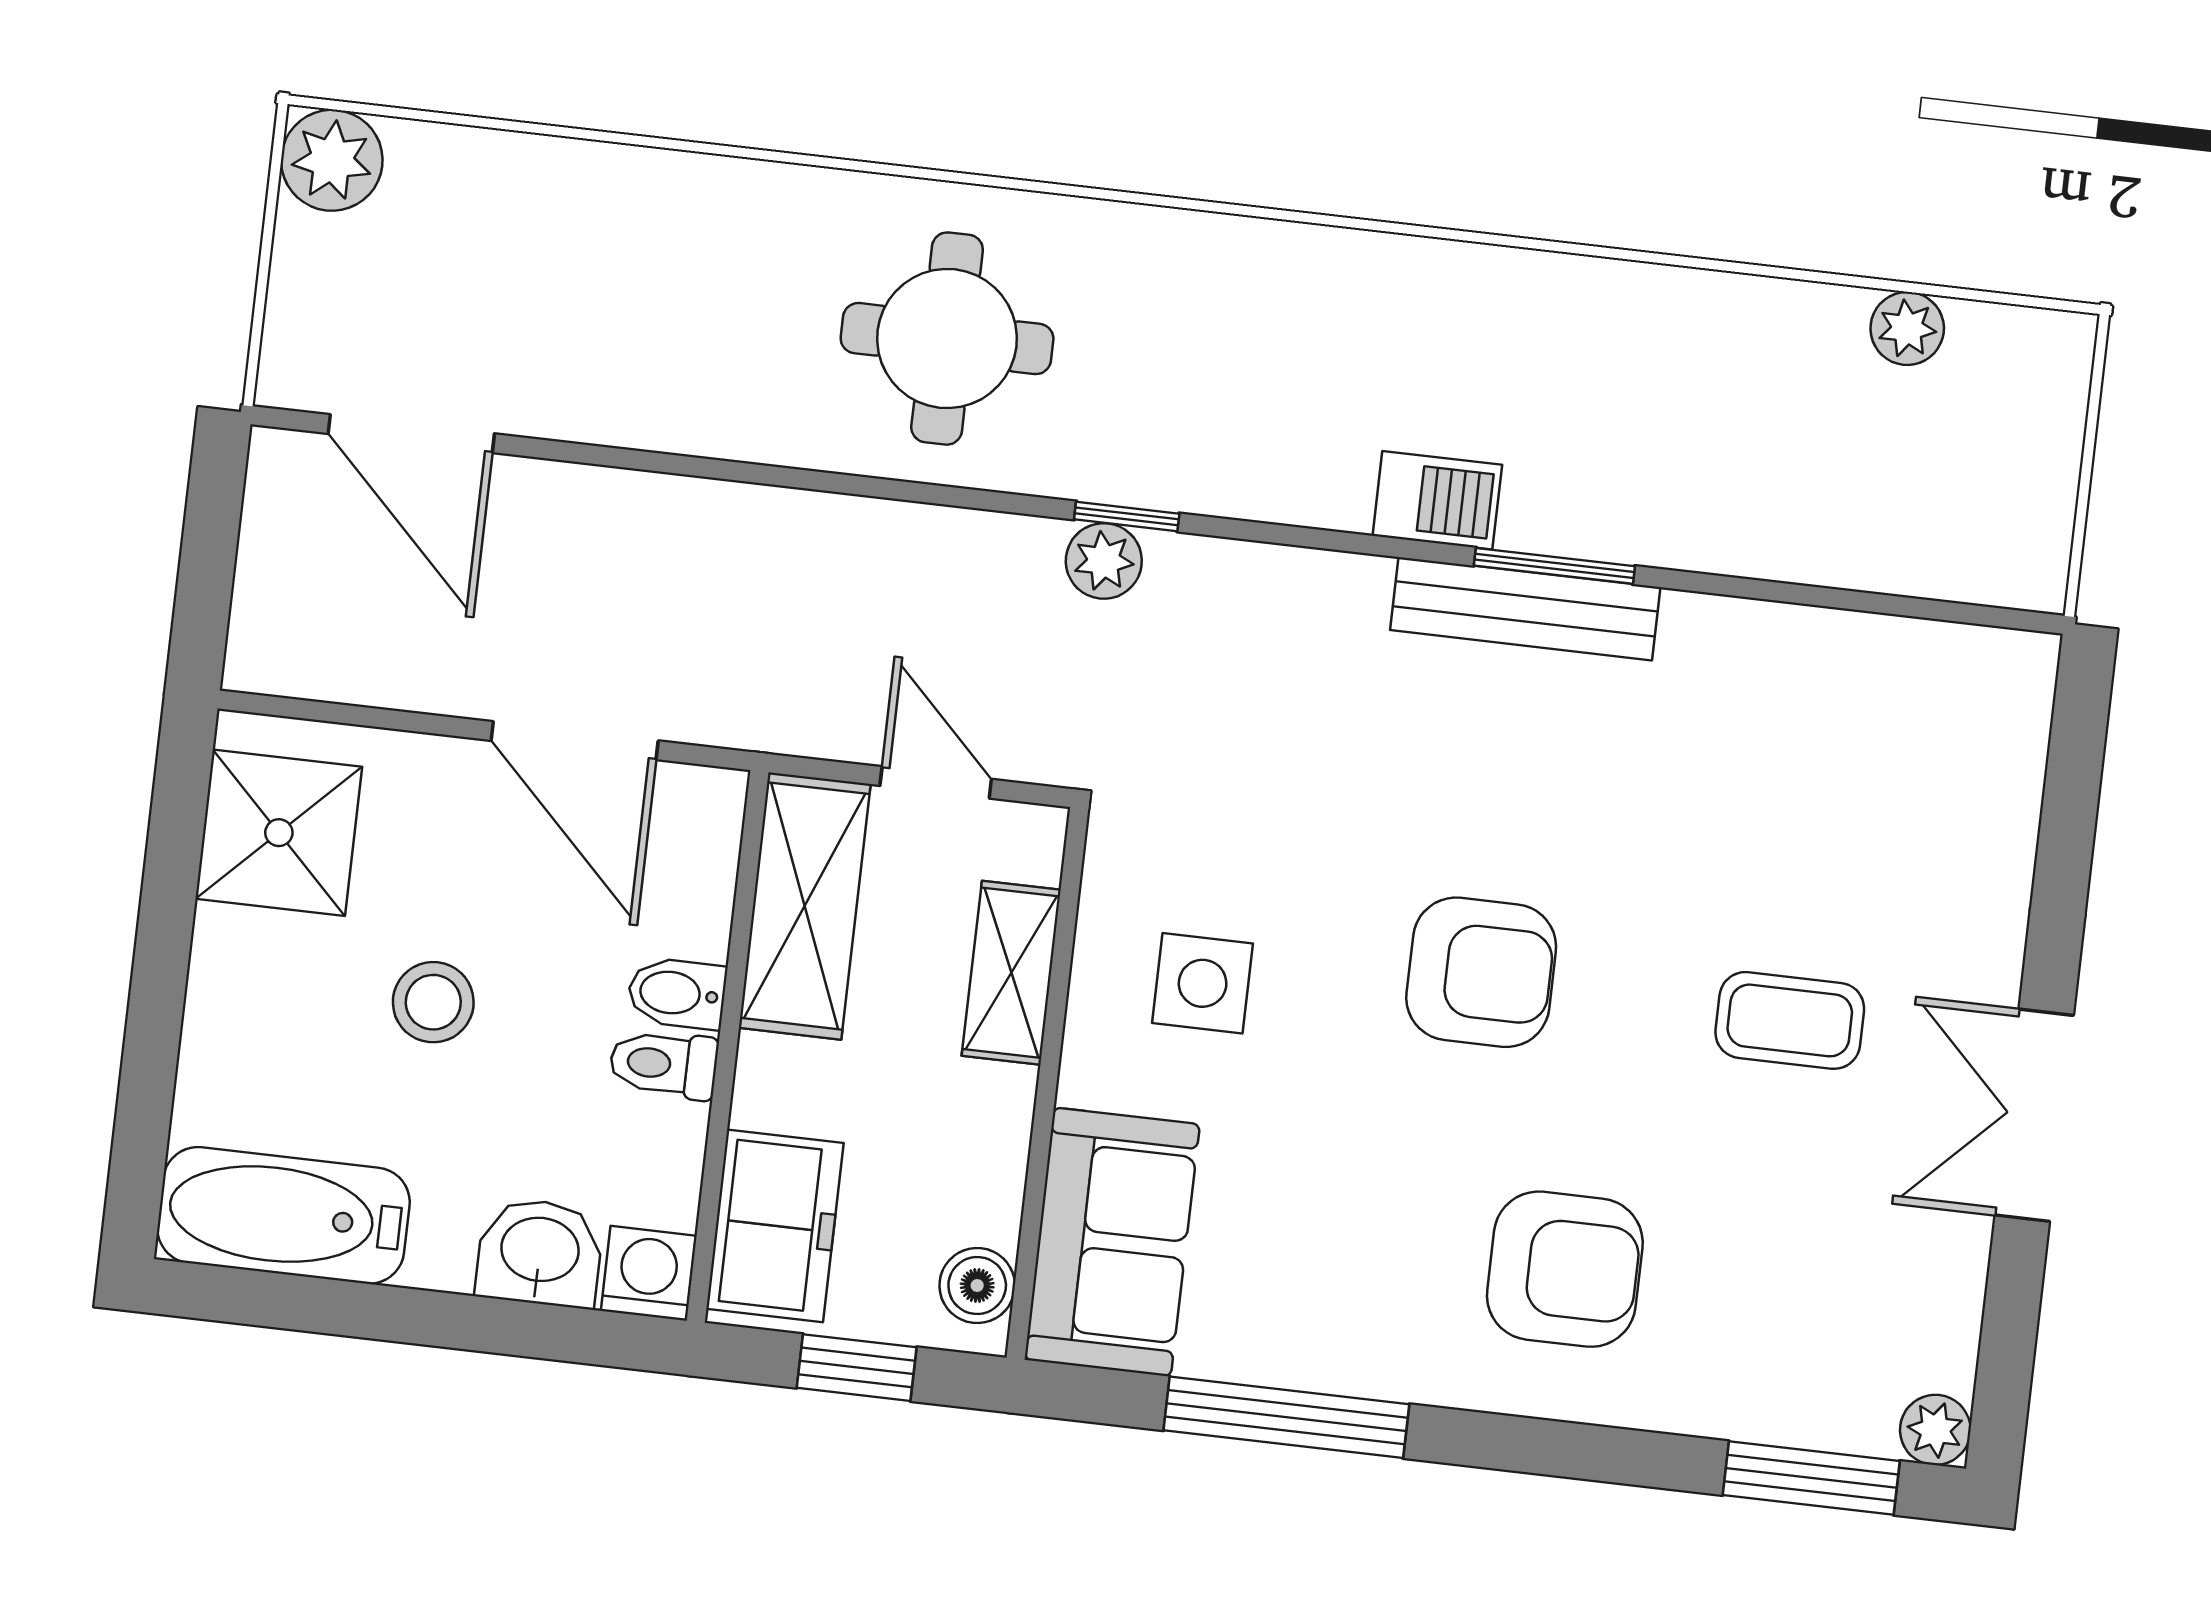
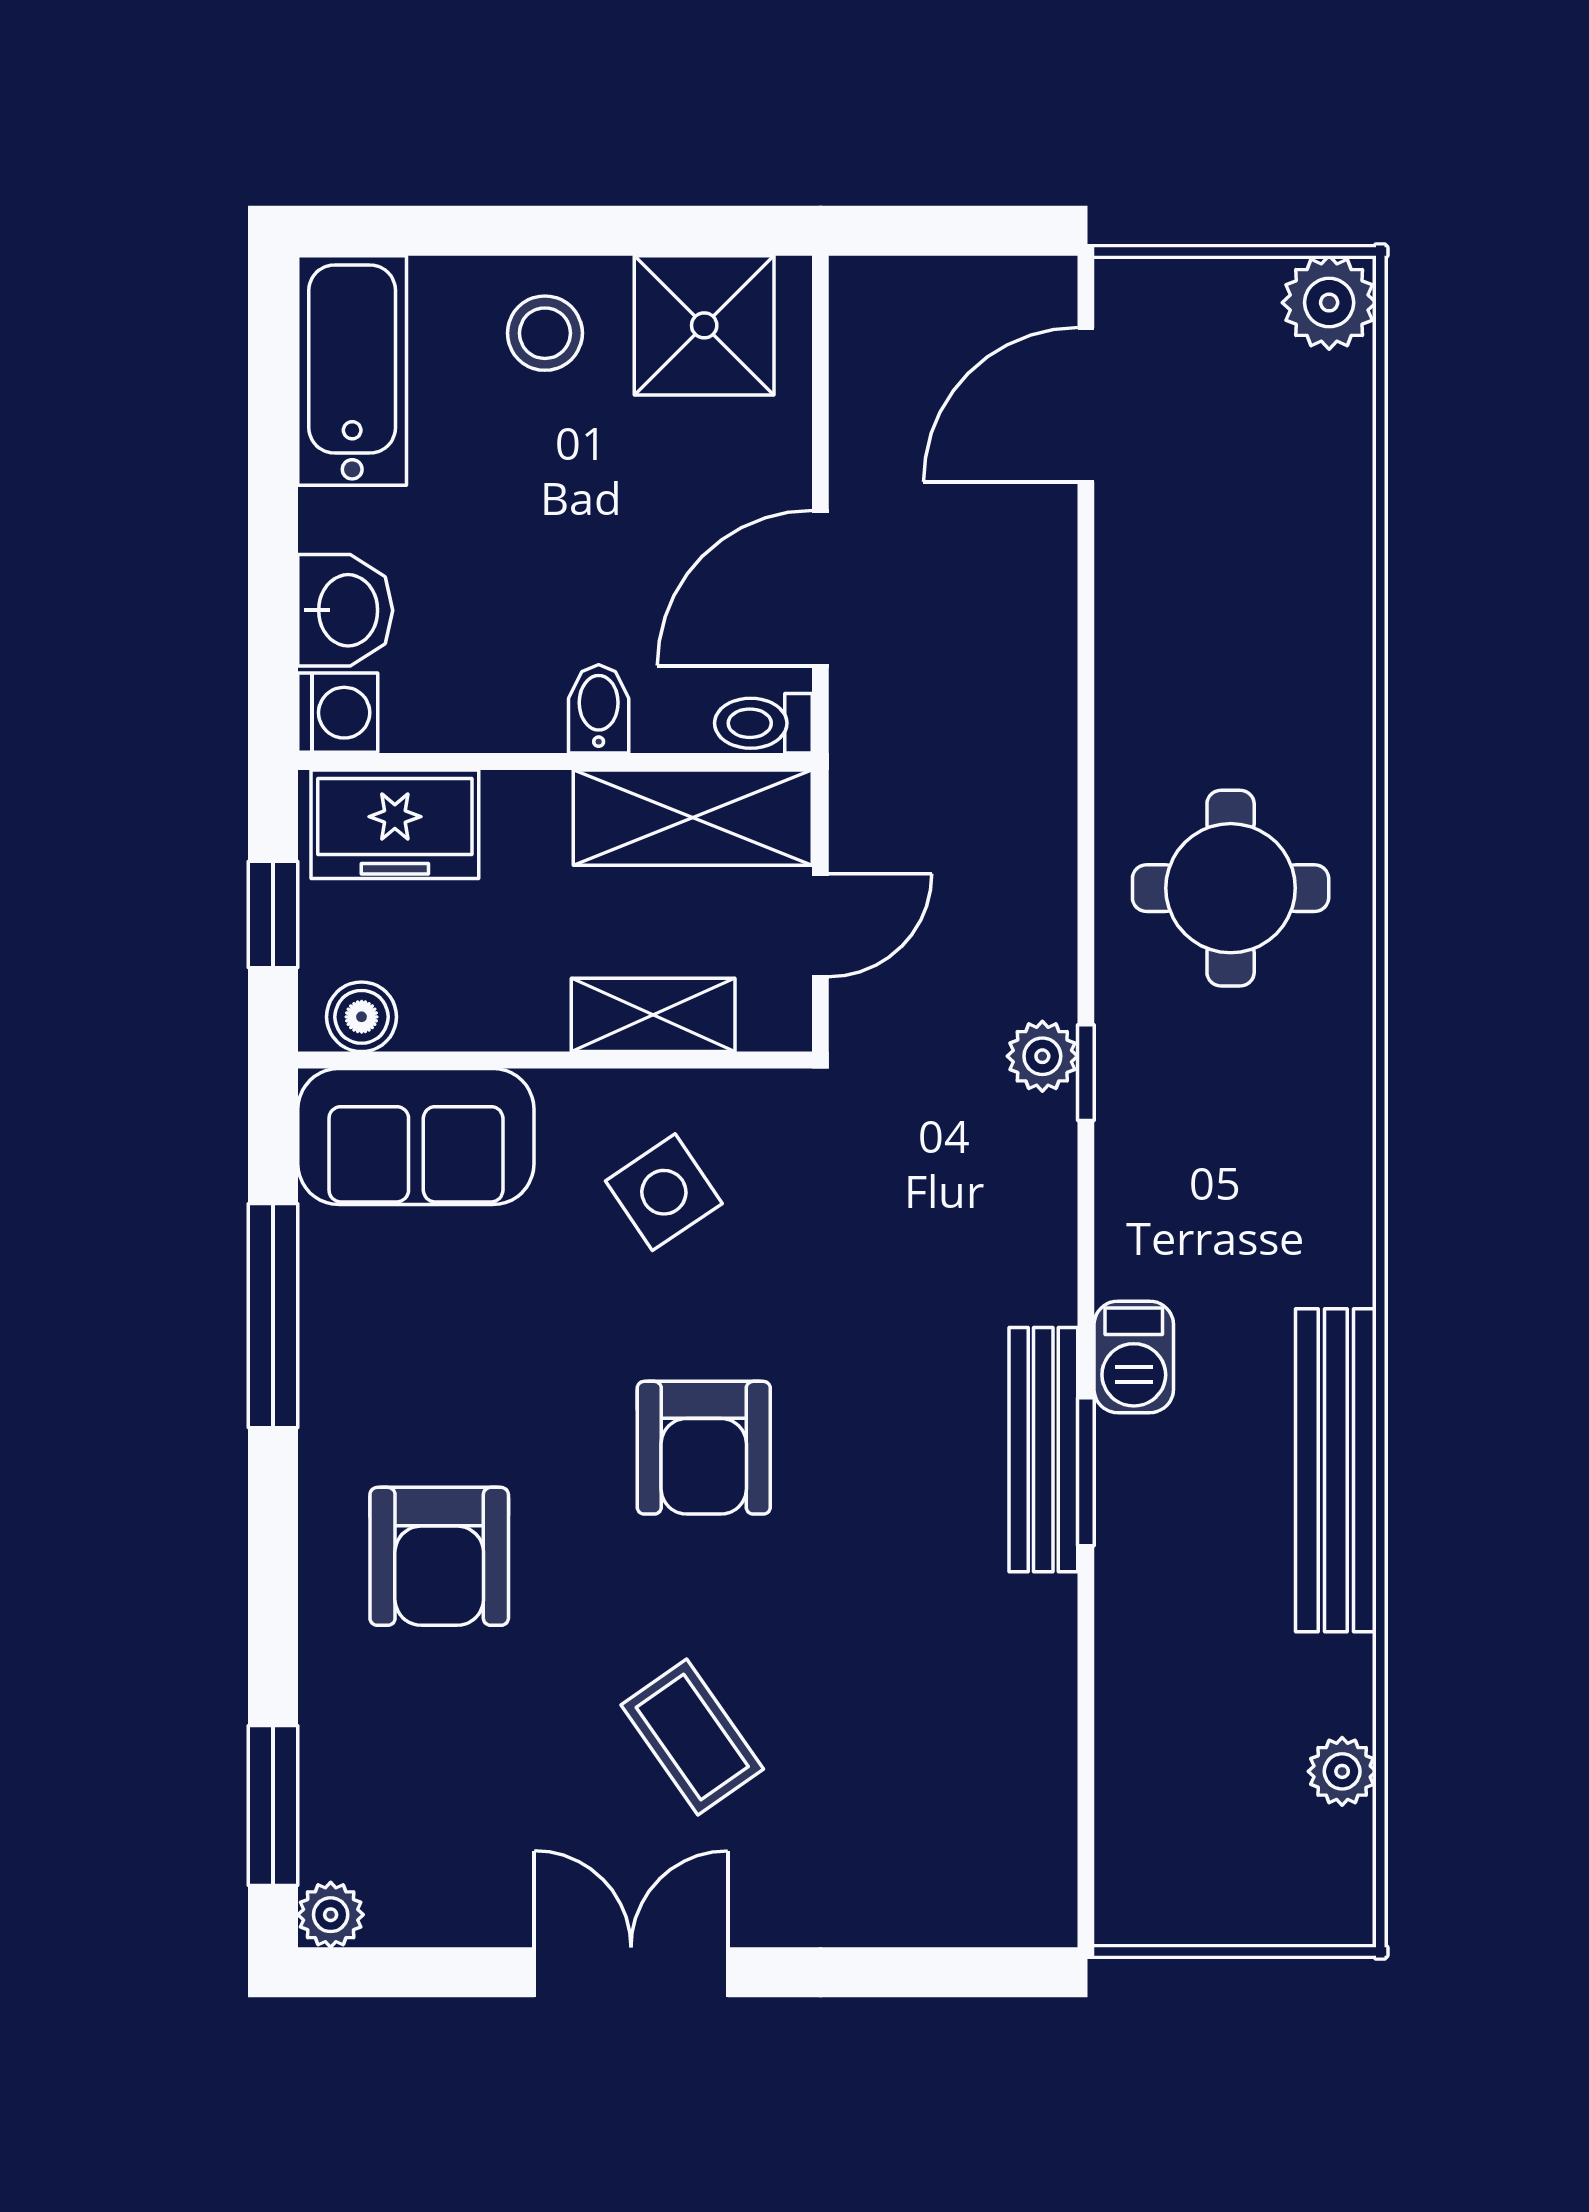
bench: (1584, 298) -> (1336, 1470), added
side table: (1203, 983) -> (664, 1192), turned -34
stool: (433, 1002) -> (545, 333), moved
coffee table: (1790, 1020) -> (692, 1737), turned -35
toilet: (664, 1064) -> (763, 723), moved, turned -90

